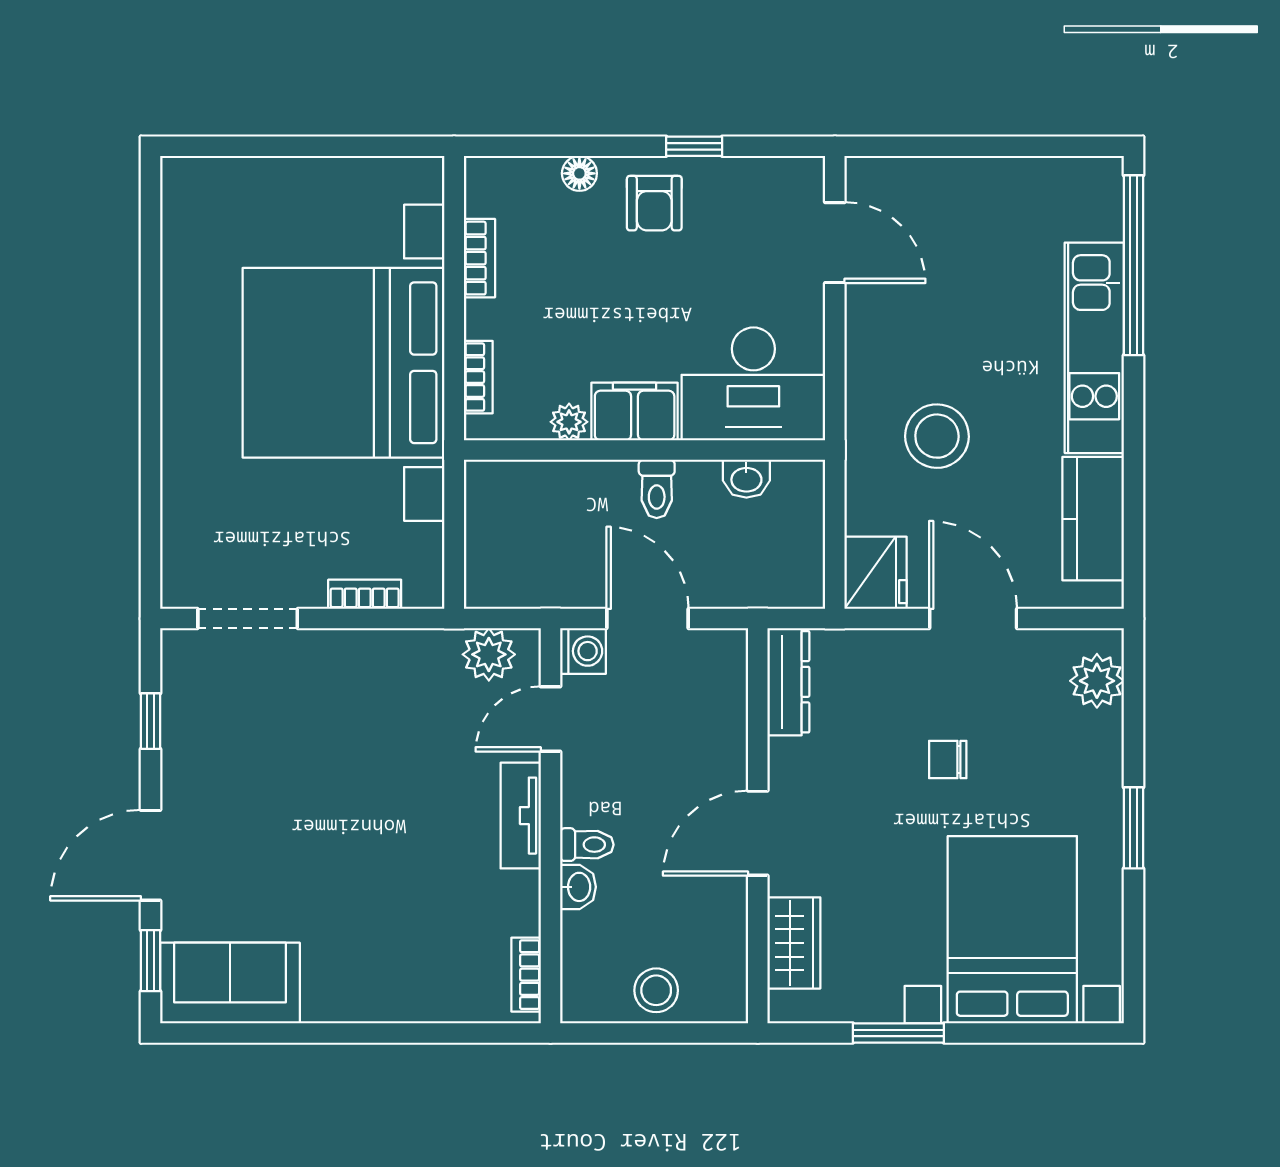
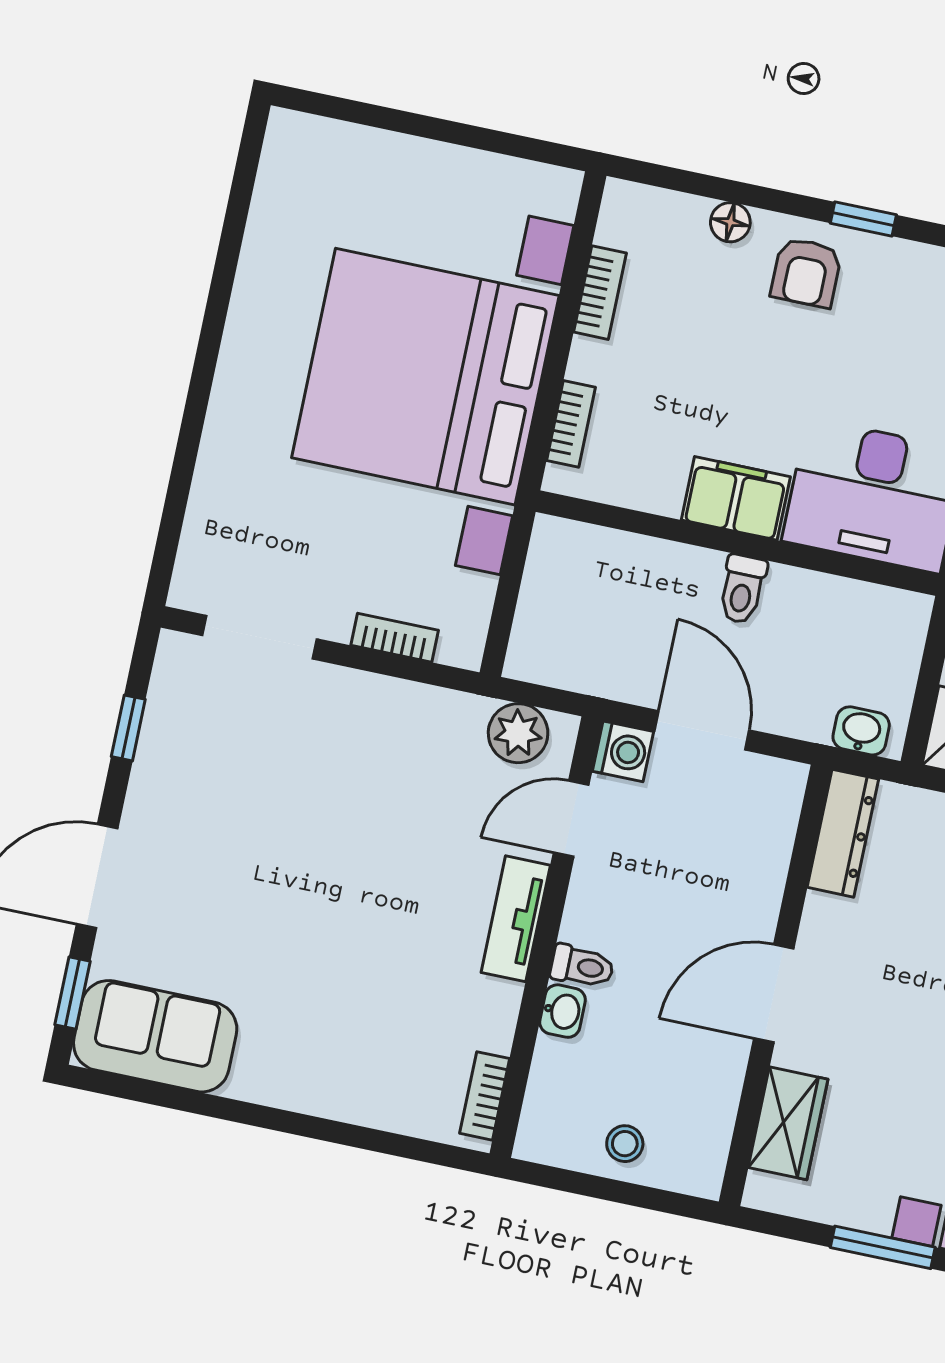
plant: (569, 422) -> (661, 495), removed
washbasin: (746, 479) -> (861, 731), moved, turned 180
stool: (656, 990) -> (625, 1144), width x0.73, depth x0.73

